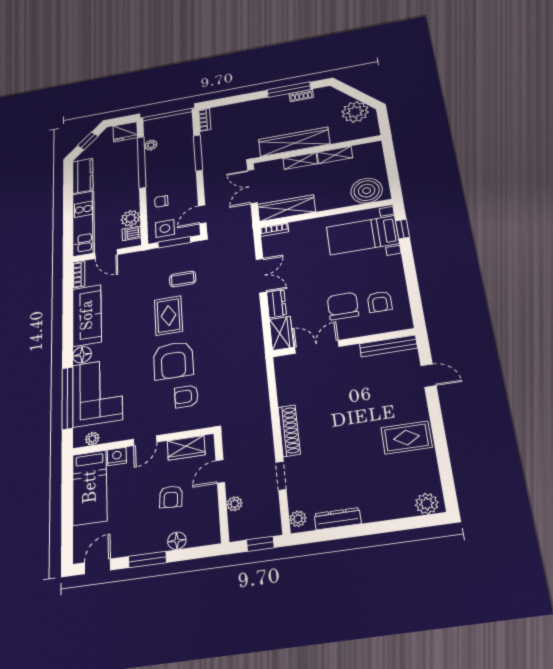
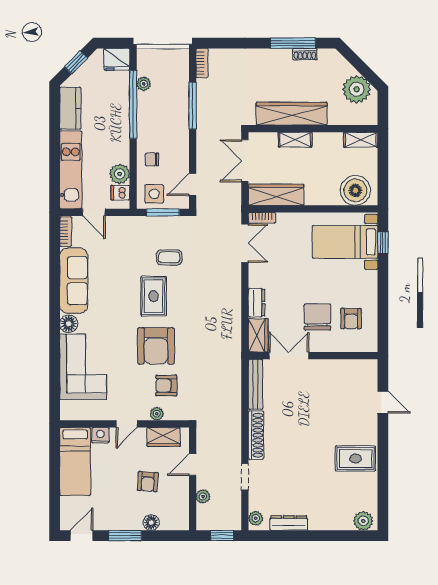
shelving: (335, 155) -> (361, 140), moved
double door: (261, 276) -> (245, 243), moved
bench: (388, 346) -> (255, 384), moved, turned 90
window: (67, 398) -> (55, 368), removed
plant: (92, 439) -> (157, 414), moved

